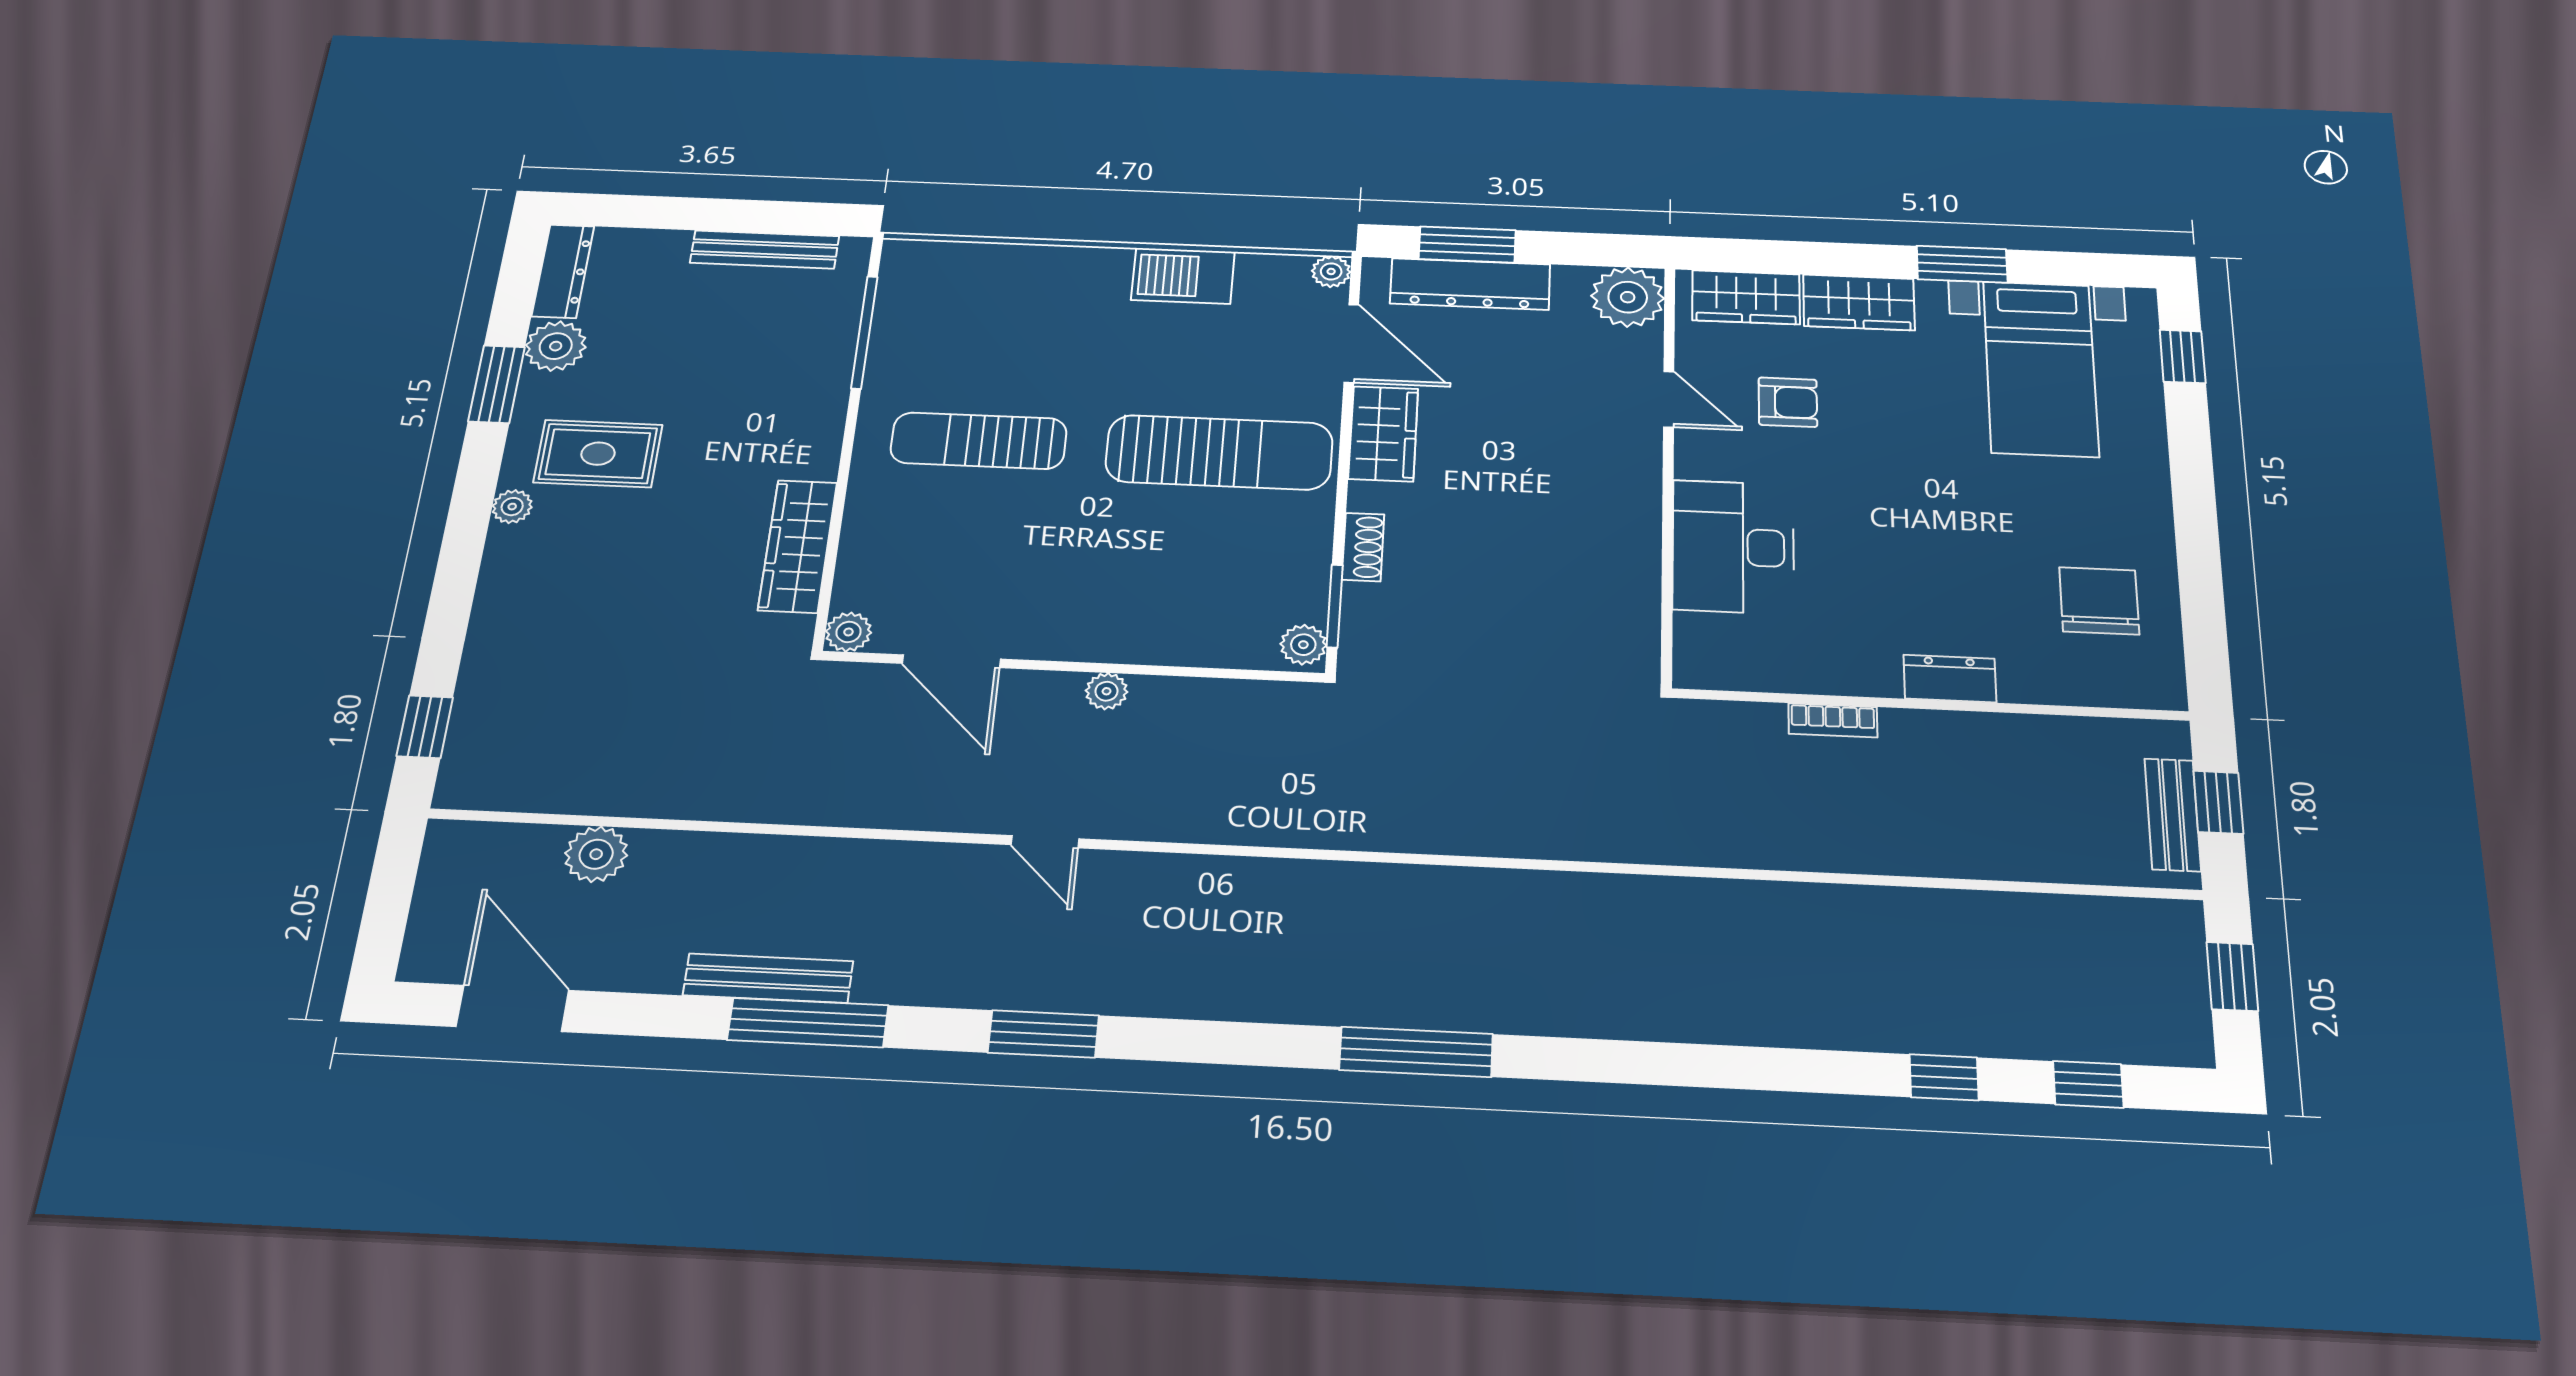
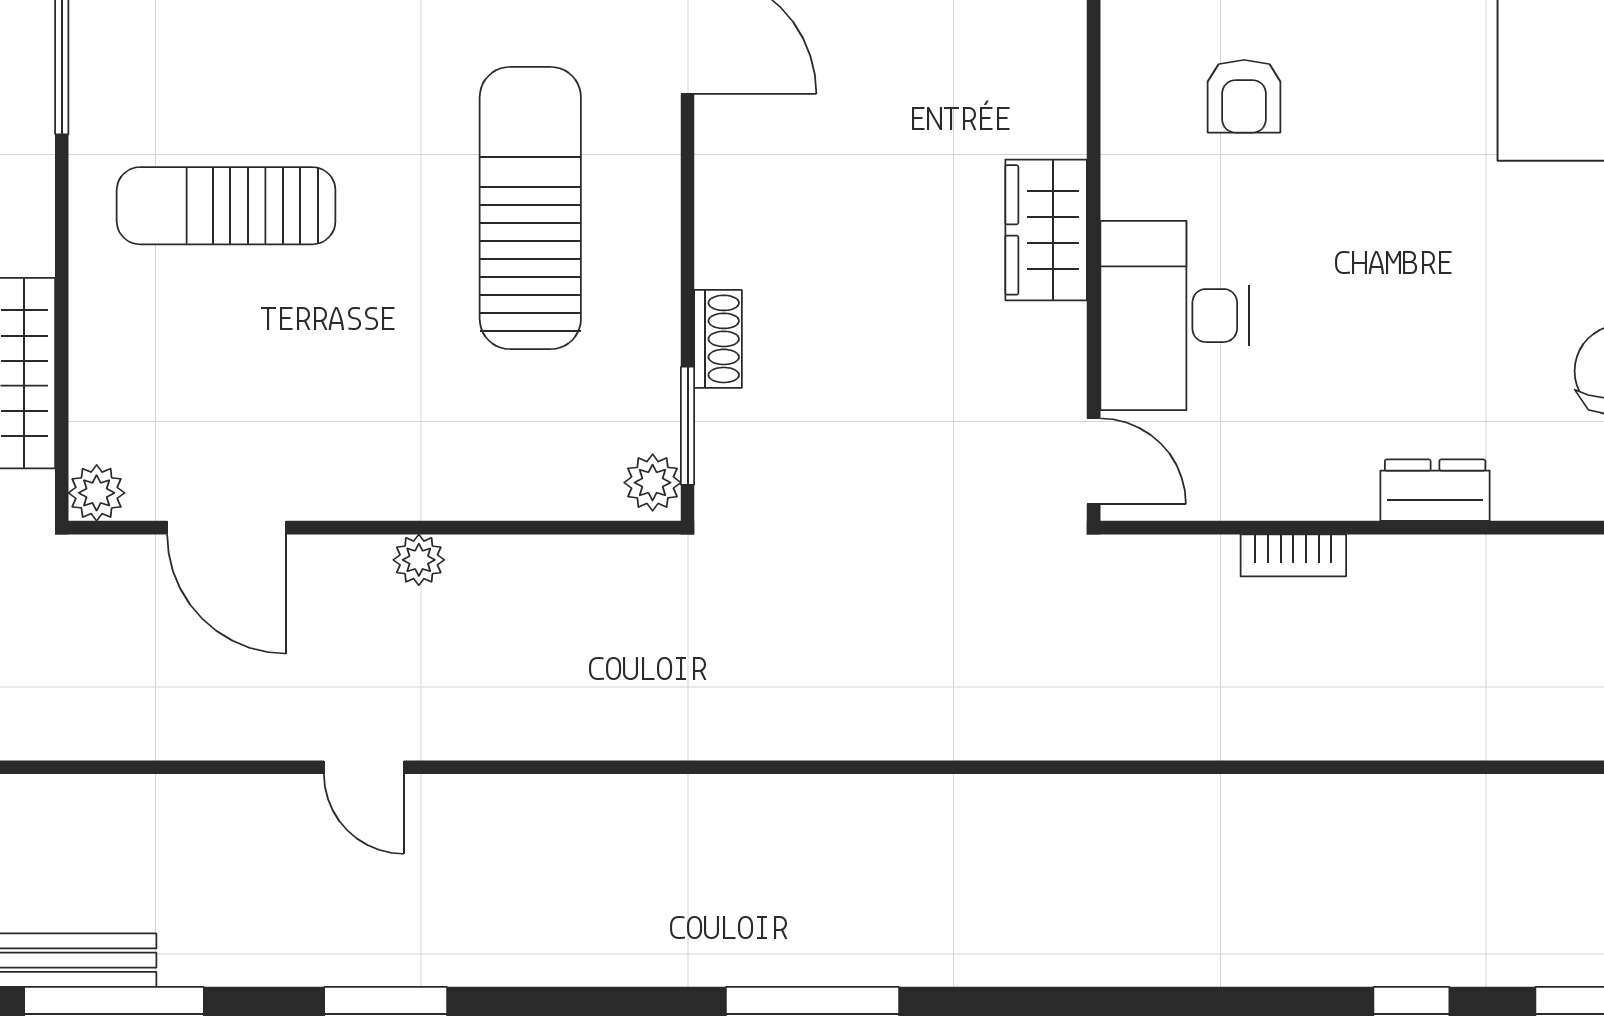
door: (1669, 399) -> (1094, 461), moved
armchair: (1788, 402) -> (1244, 96), turned 90
wardrobe: (1383, 434) -> (1046, 230), moved, turned 180
sun lounger: (1219, 452) -> (530, 208), turned -90

